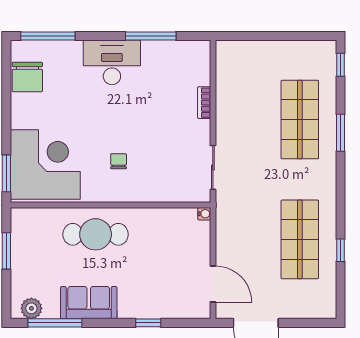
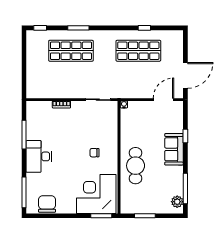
chair: (27, 77) -> (47, 204), turned -90
sofa: (89, 303) -> (174, 149), moved

